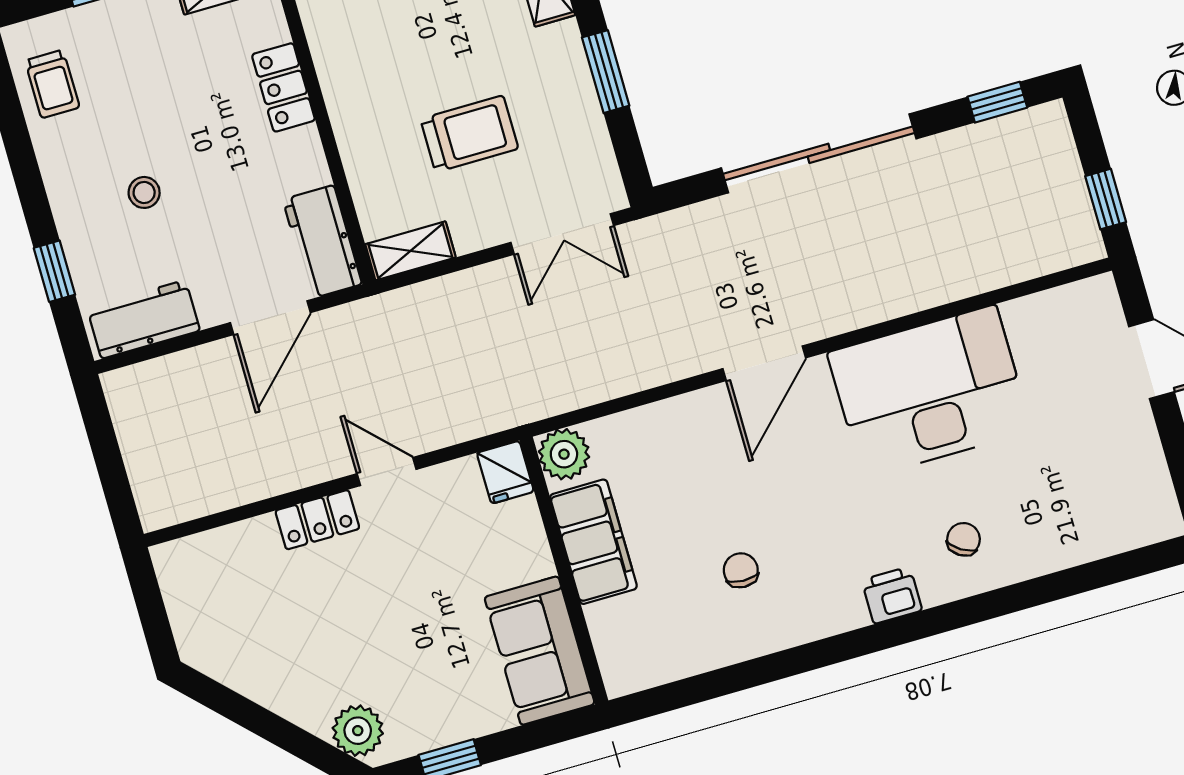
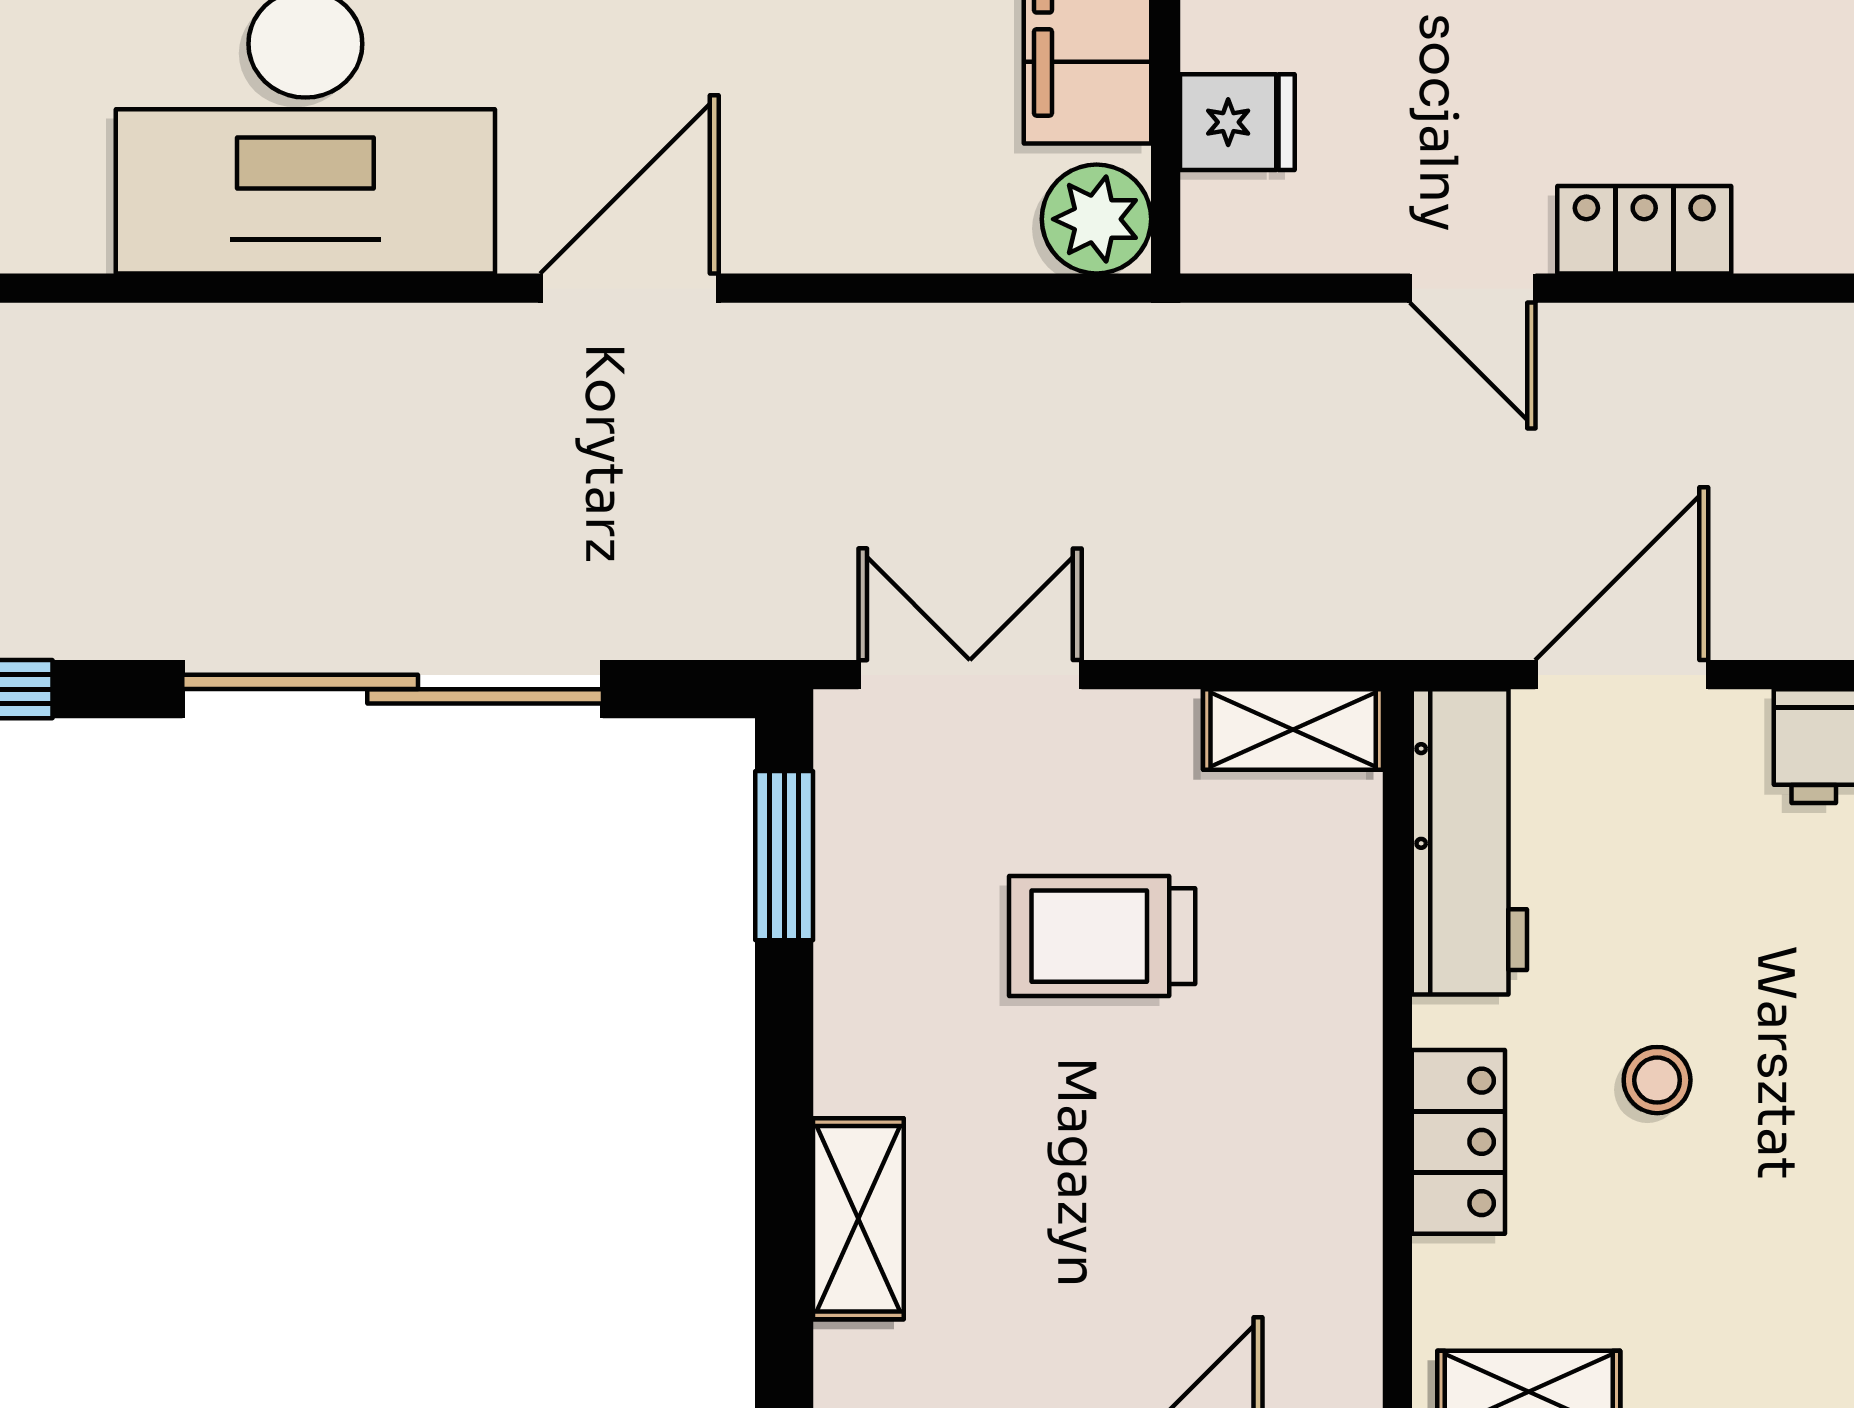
window: (606, 72) -> (784, 856), moved
stool: (144, 192) -> (1657, 1080), moved
workbench: (322, 242) -> (1469, 842), width x1.38
fridge: (505, 472) -> (1237, 122), moved, turned 90

